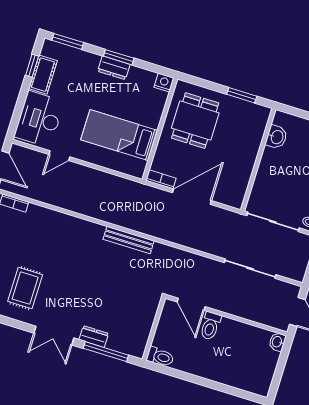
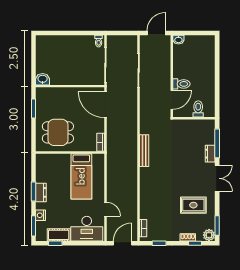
nightstand: (164, 83) -> (41, 215), moved
washbasin: (277, 137) -> (43, 79), moved
door: (192, 197) -> (105, 105), moved
toilet: (160, 357) -> (198, 109), moved

